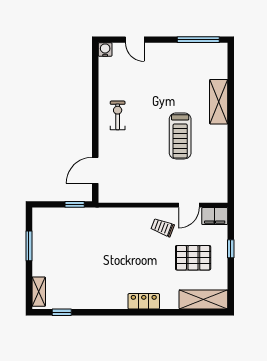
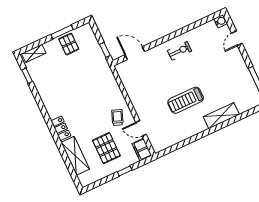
pallet: (47, 244) -> (69, 44), added
shelving: (203, 299) -> (75, 156), moved

